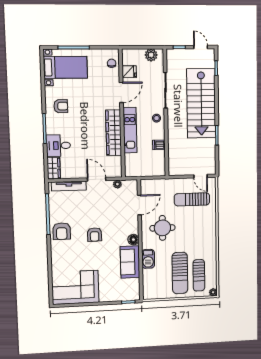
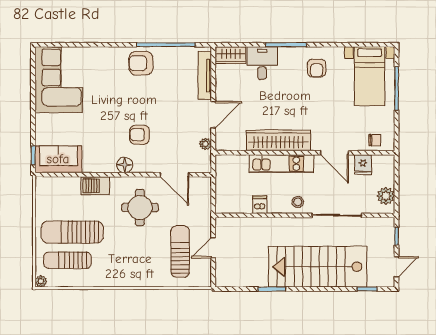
door: (201, 176) -> (213, 248), moved
armchair: (95, 235) -> (140, 135), moved
sofa: (130, 262) -> (58, 159), moved

